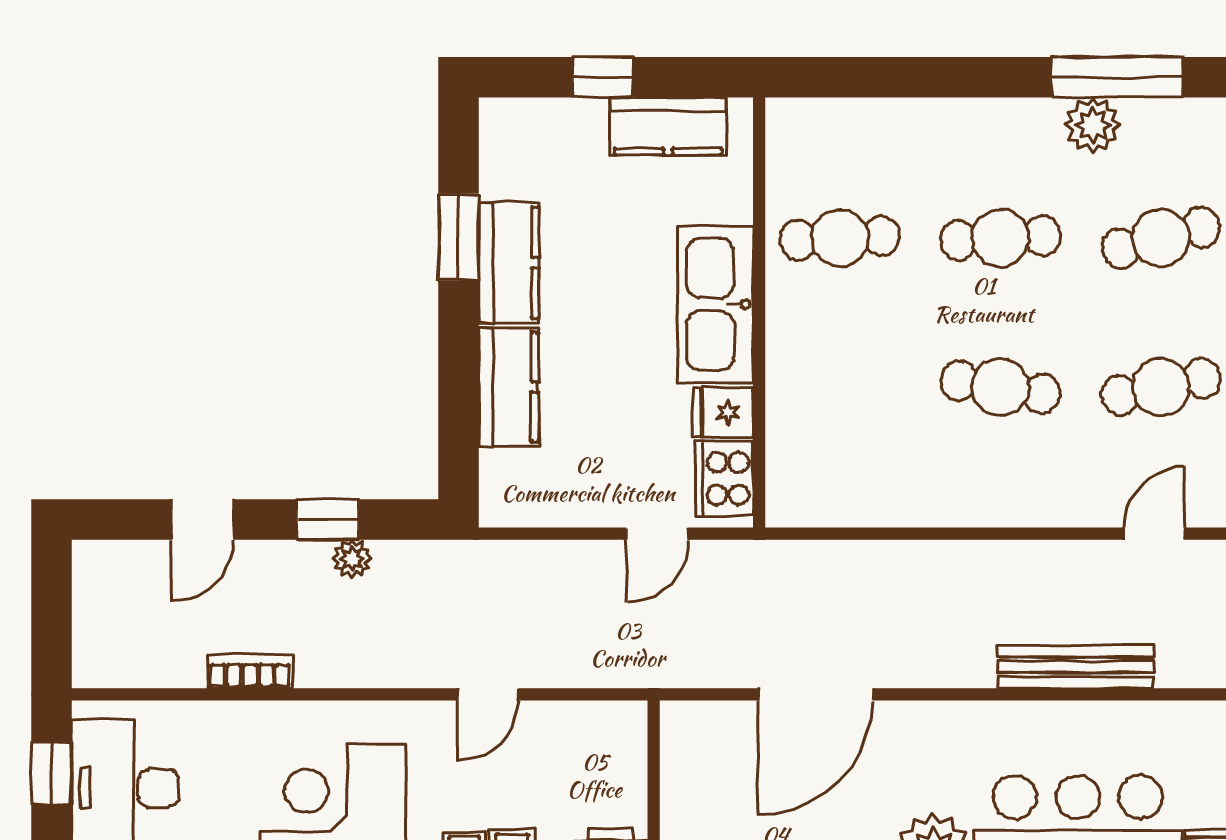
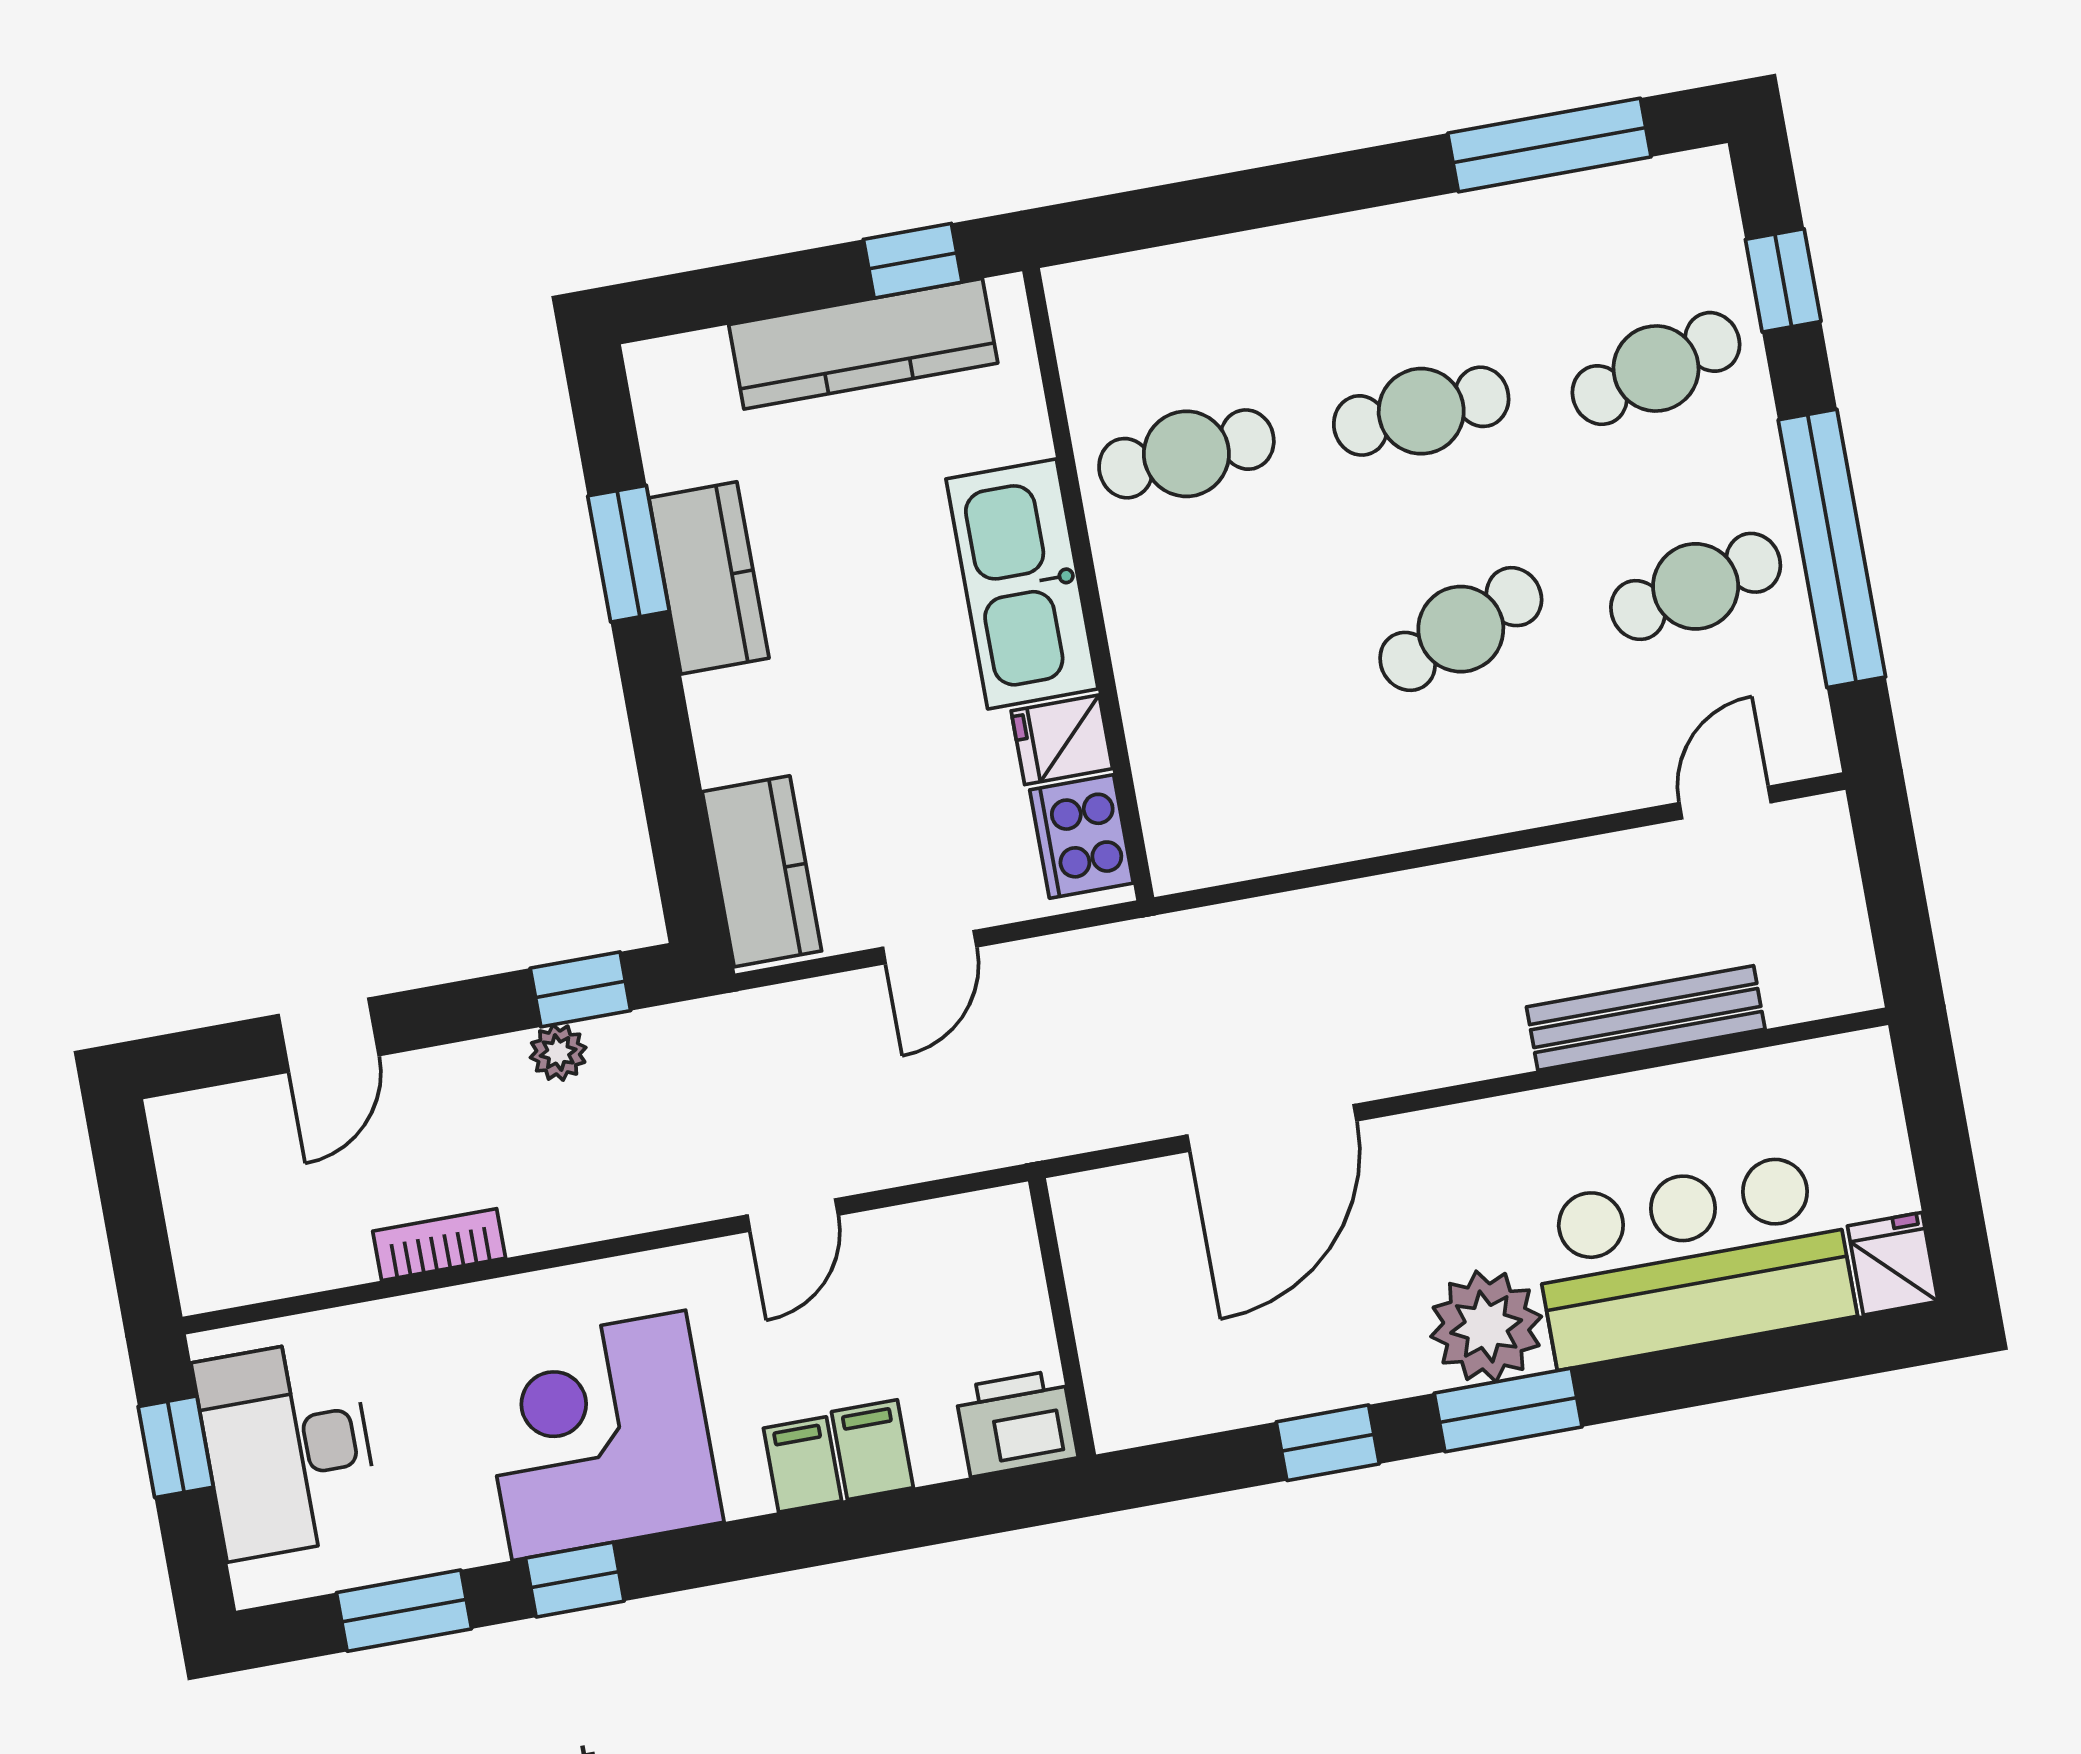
window: (603, 77) -> (913, 261), moved
plant: (1093, 125) -> (1526, 222), removed
kitchen counter: (668, 126) -> (863, 344), width x1.50
kitchen counter: (509, 387) -> (762, 871), moved
cafe table: (1000, 387) -> (1461, 629), turned -30
window: (328, 520) -> (580, 989), moved
door: (657, 534) -> (930, 947), moved

